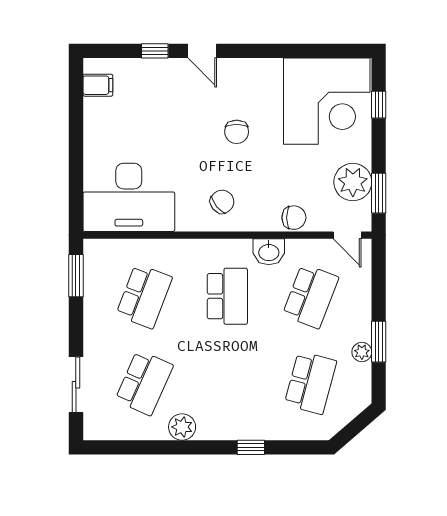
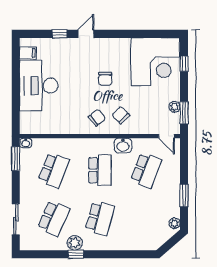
door: (202, 51) -> (86, 34), swing flipped
plant: (353, 182) -> (174, 107), width x0.53, depth x0.53
desk: (129, 197) -> (39, 86), moved, turned 90
chair: (294, 218) -> (121, 115), moved, turned -134
washbasin: (94, 247) -> (26, 143), added
plant: (362, 352) -> (175, 223), moved
school desk: (311, 383) -> (100, 218), moved
window: (251, 447) -> (76, 254), moved

